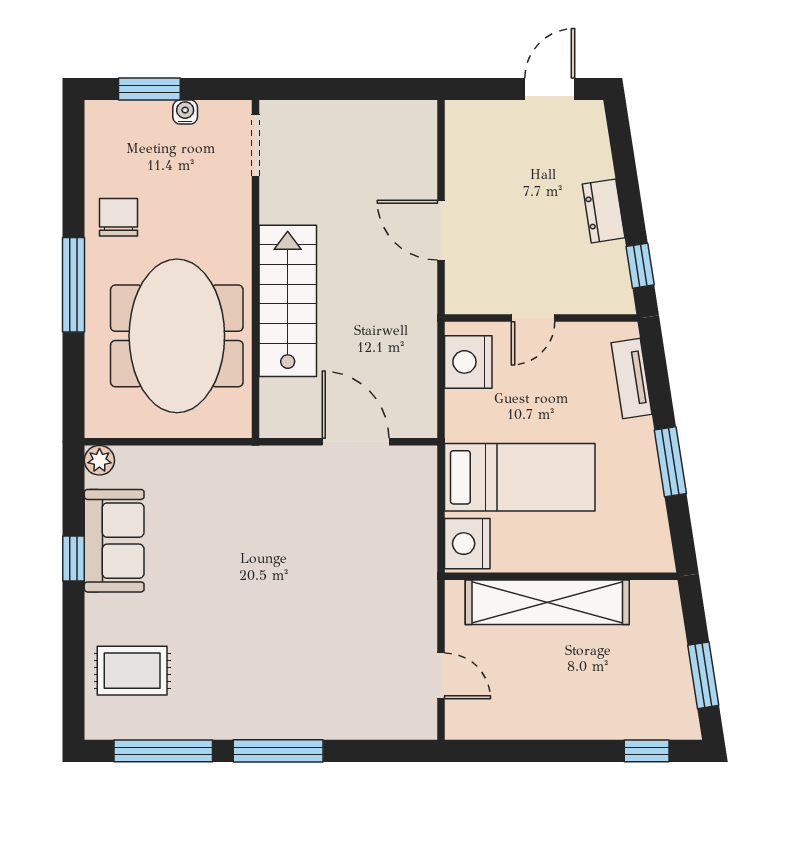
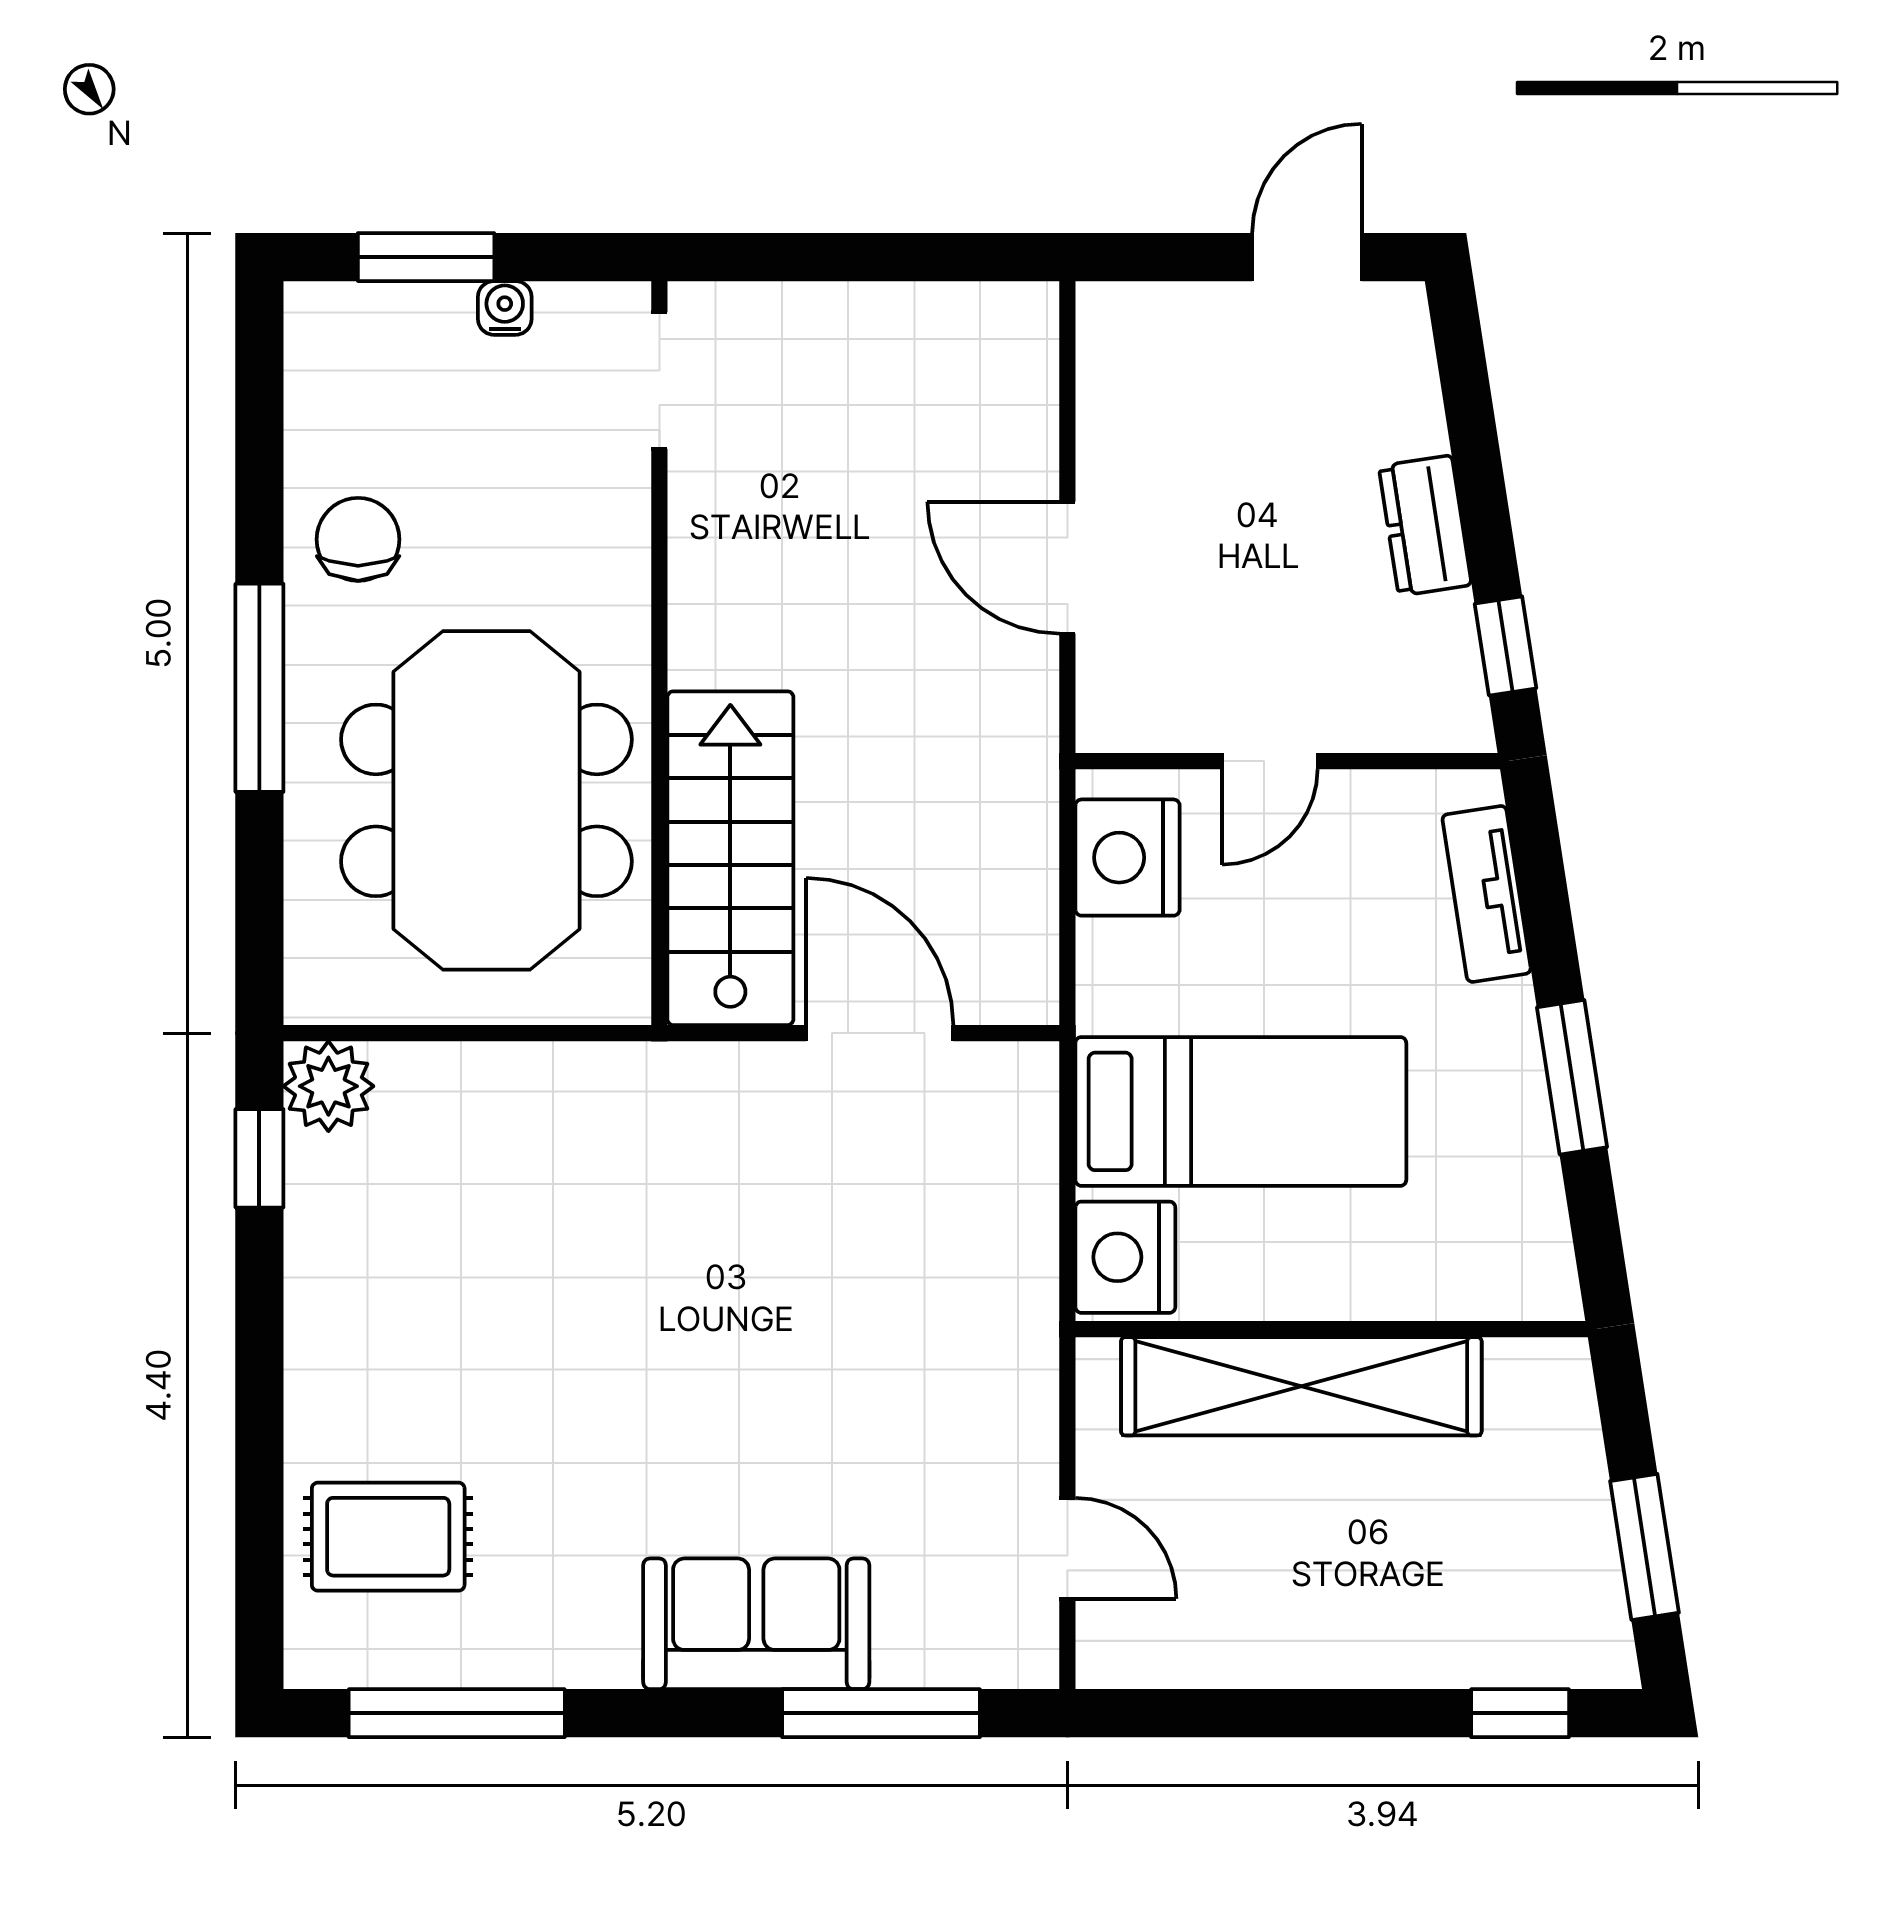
stairs: (288, 301) -> (730, 858), moved
plant: (99, 460) -> (328, 1086), width x1.38, depth x1.38
sofa: (114, 541) -> (756, 1624), moved, turned -90
window: (74, 559) -> (259, 1158), moved
window: (278, 751) -> (881, 1713), moved

